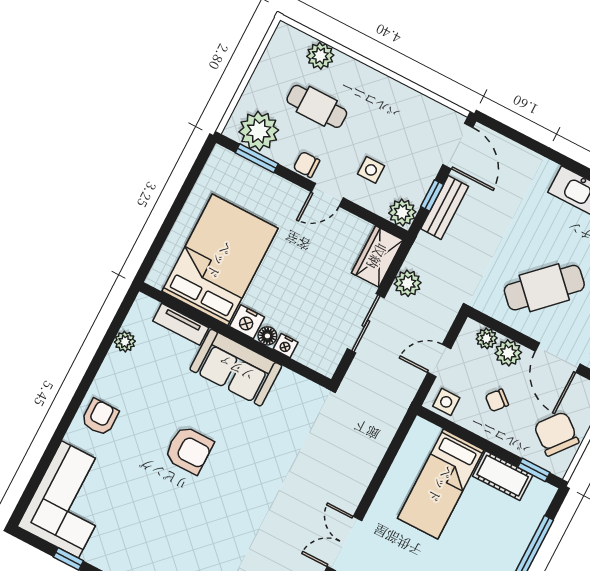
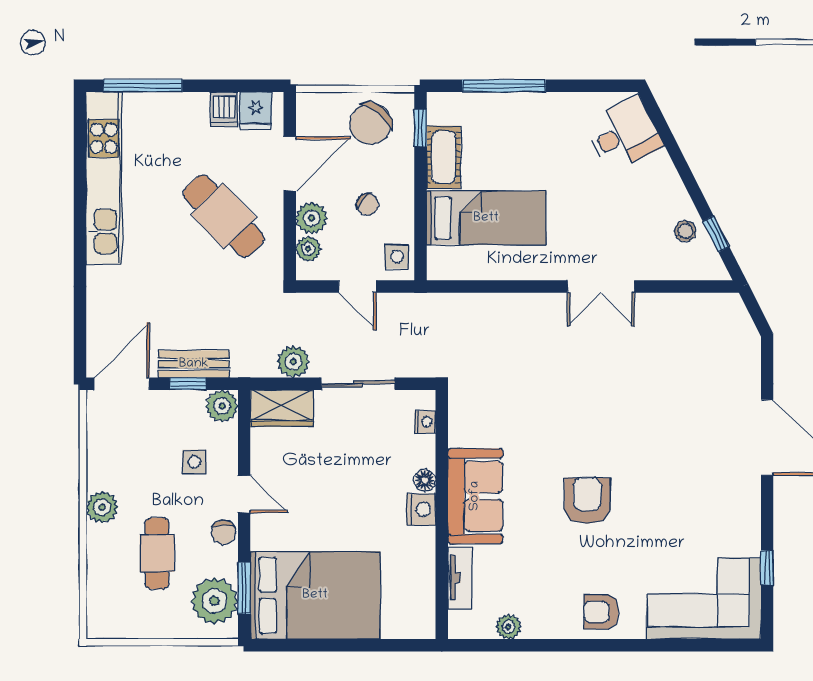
plant: (320, 56) -> (102, 507), moved
bed: (220, 260) -> (315, 595), moved, turned 180
nightstand: (286, 346) -> (425, 422), moved

